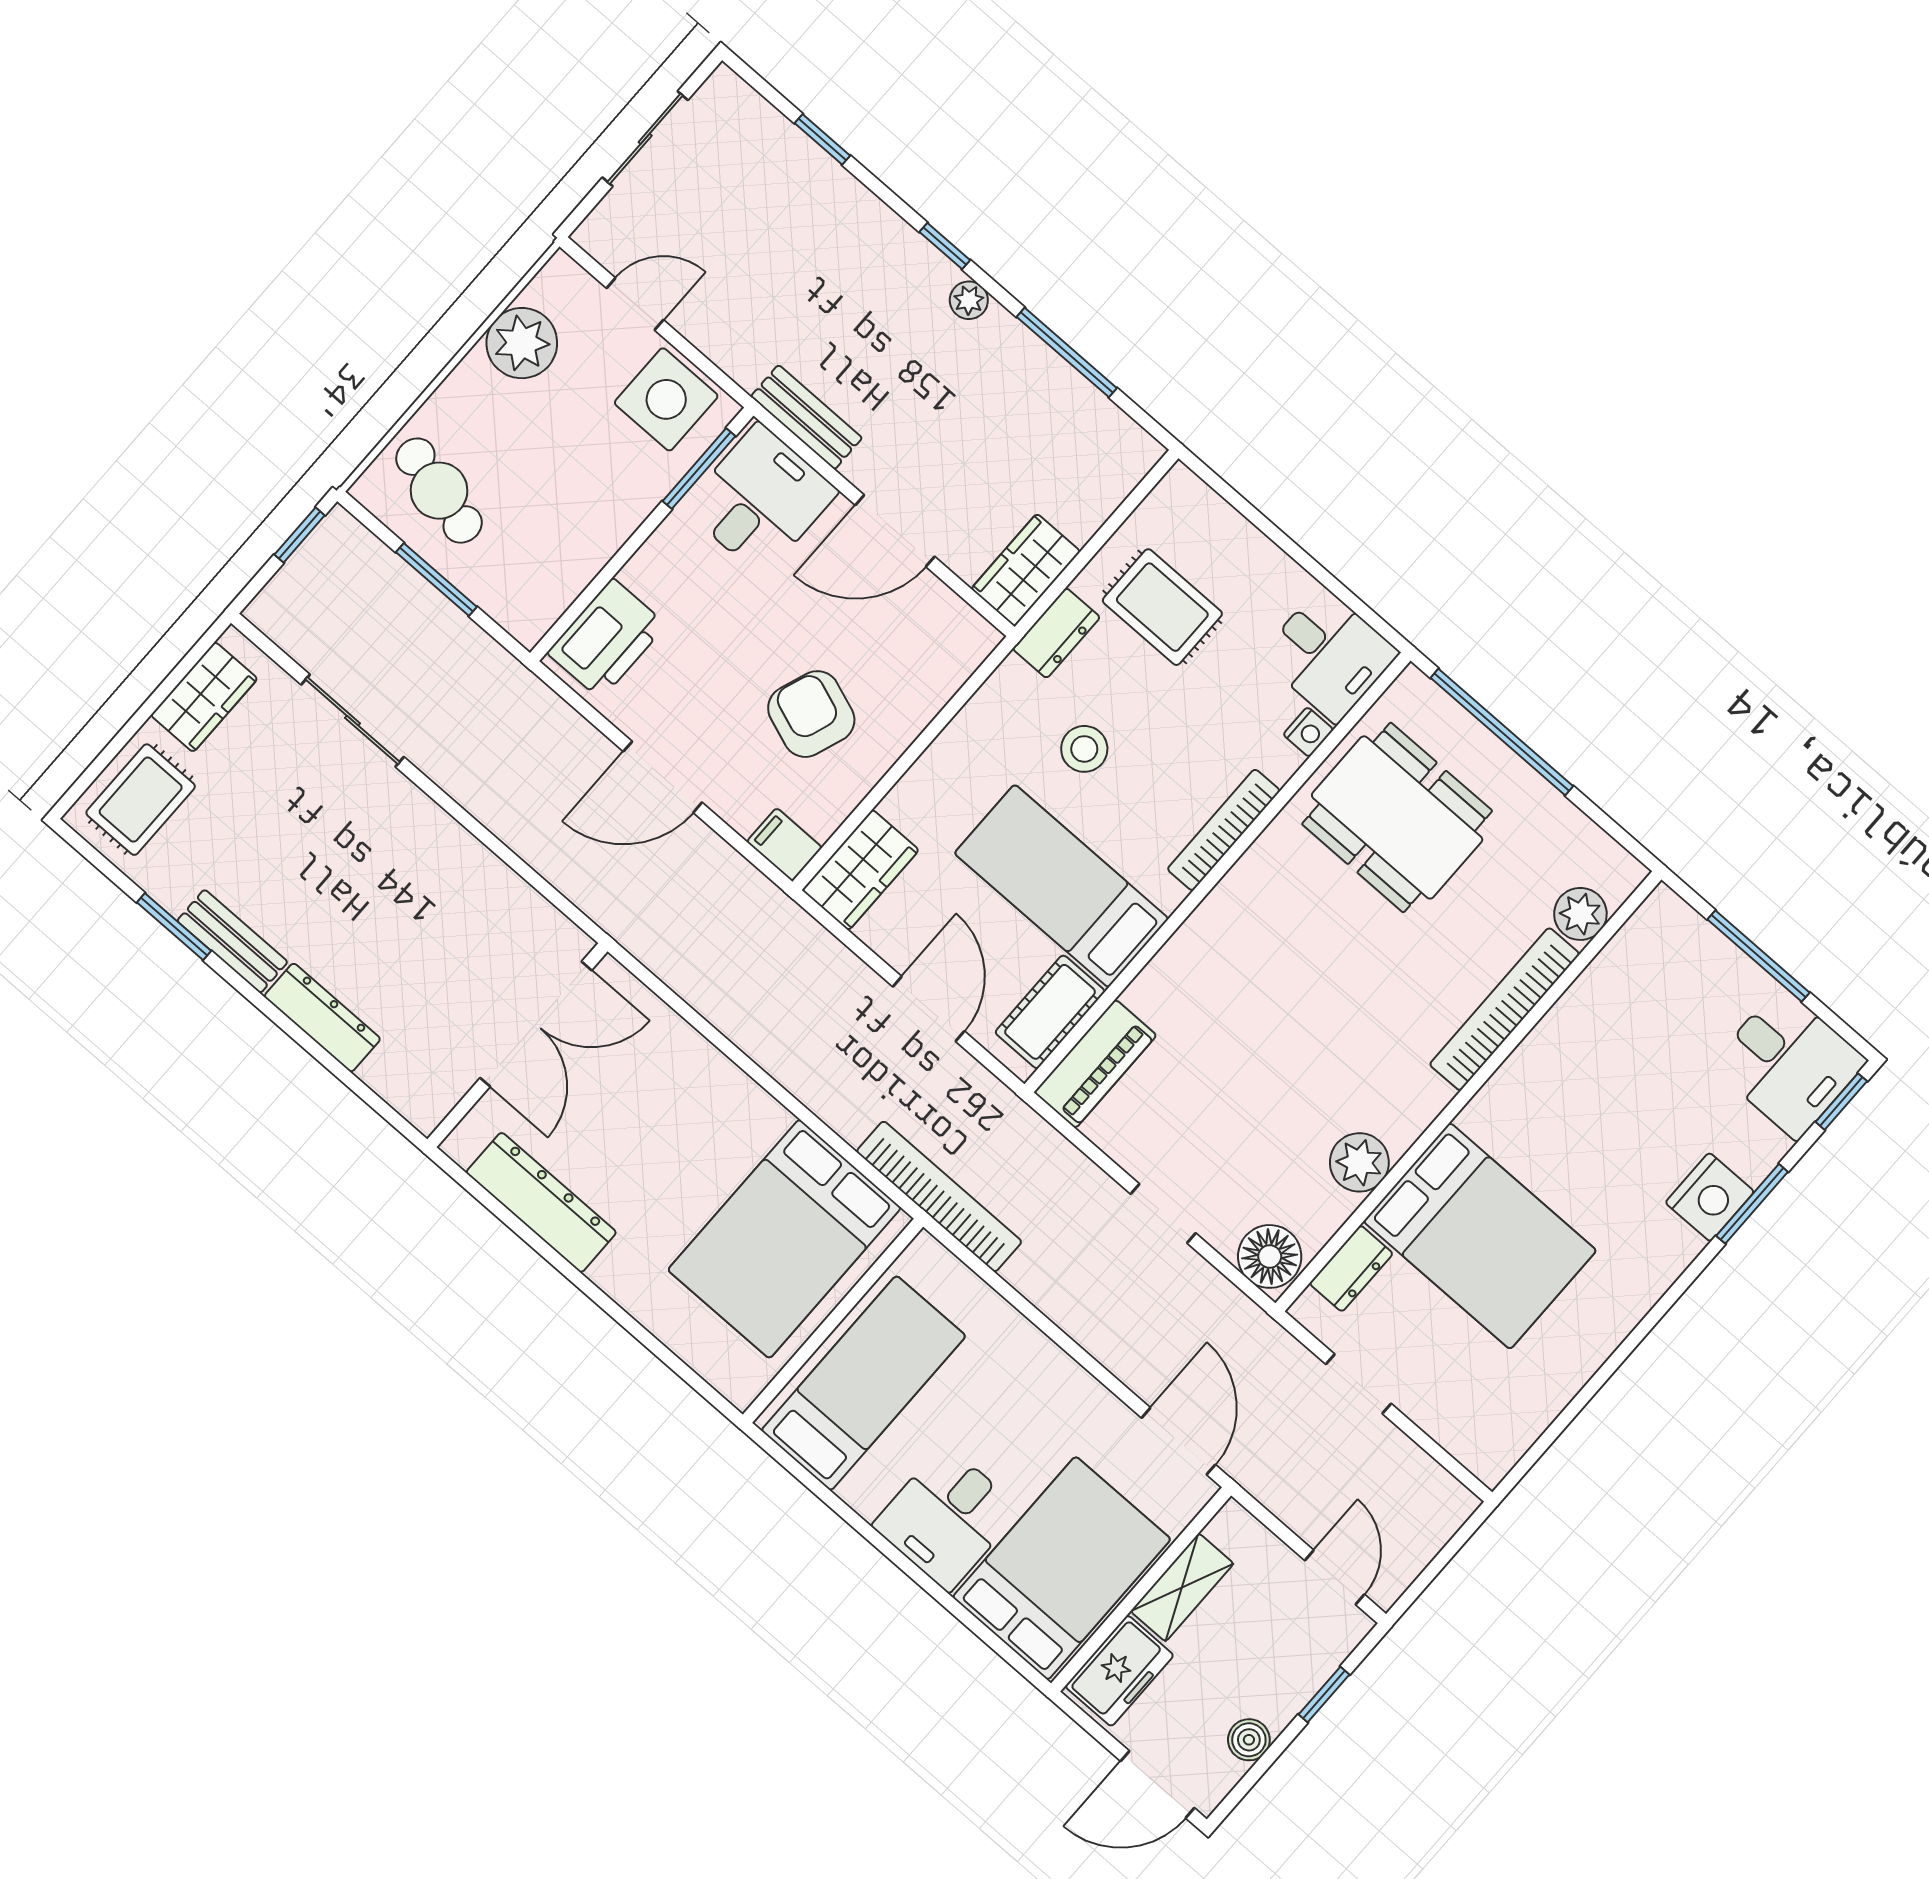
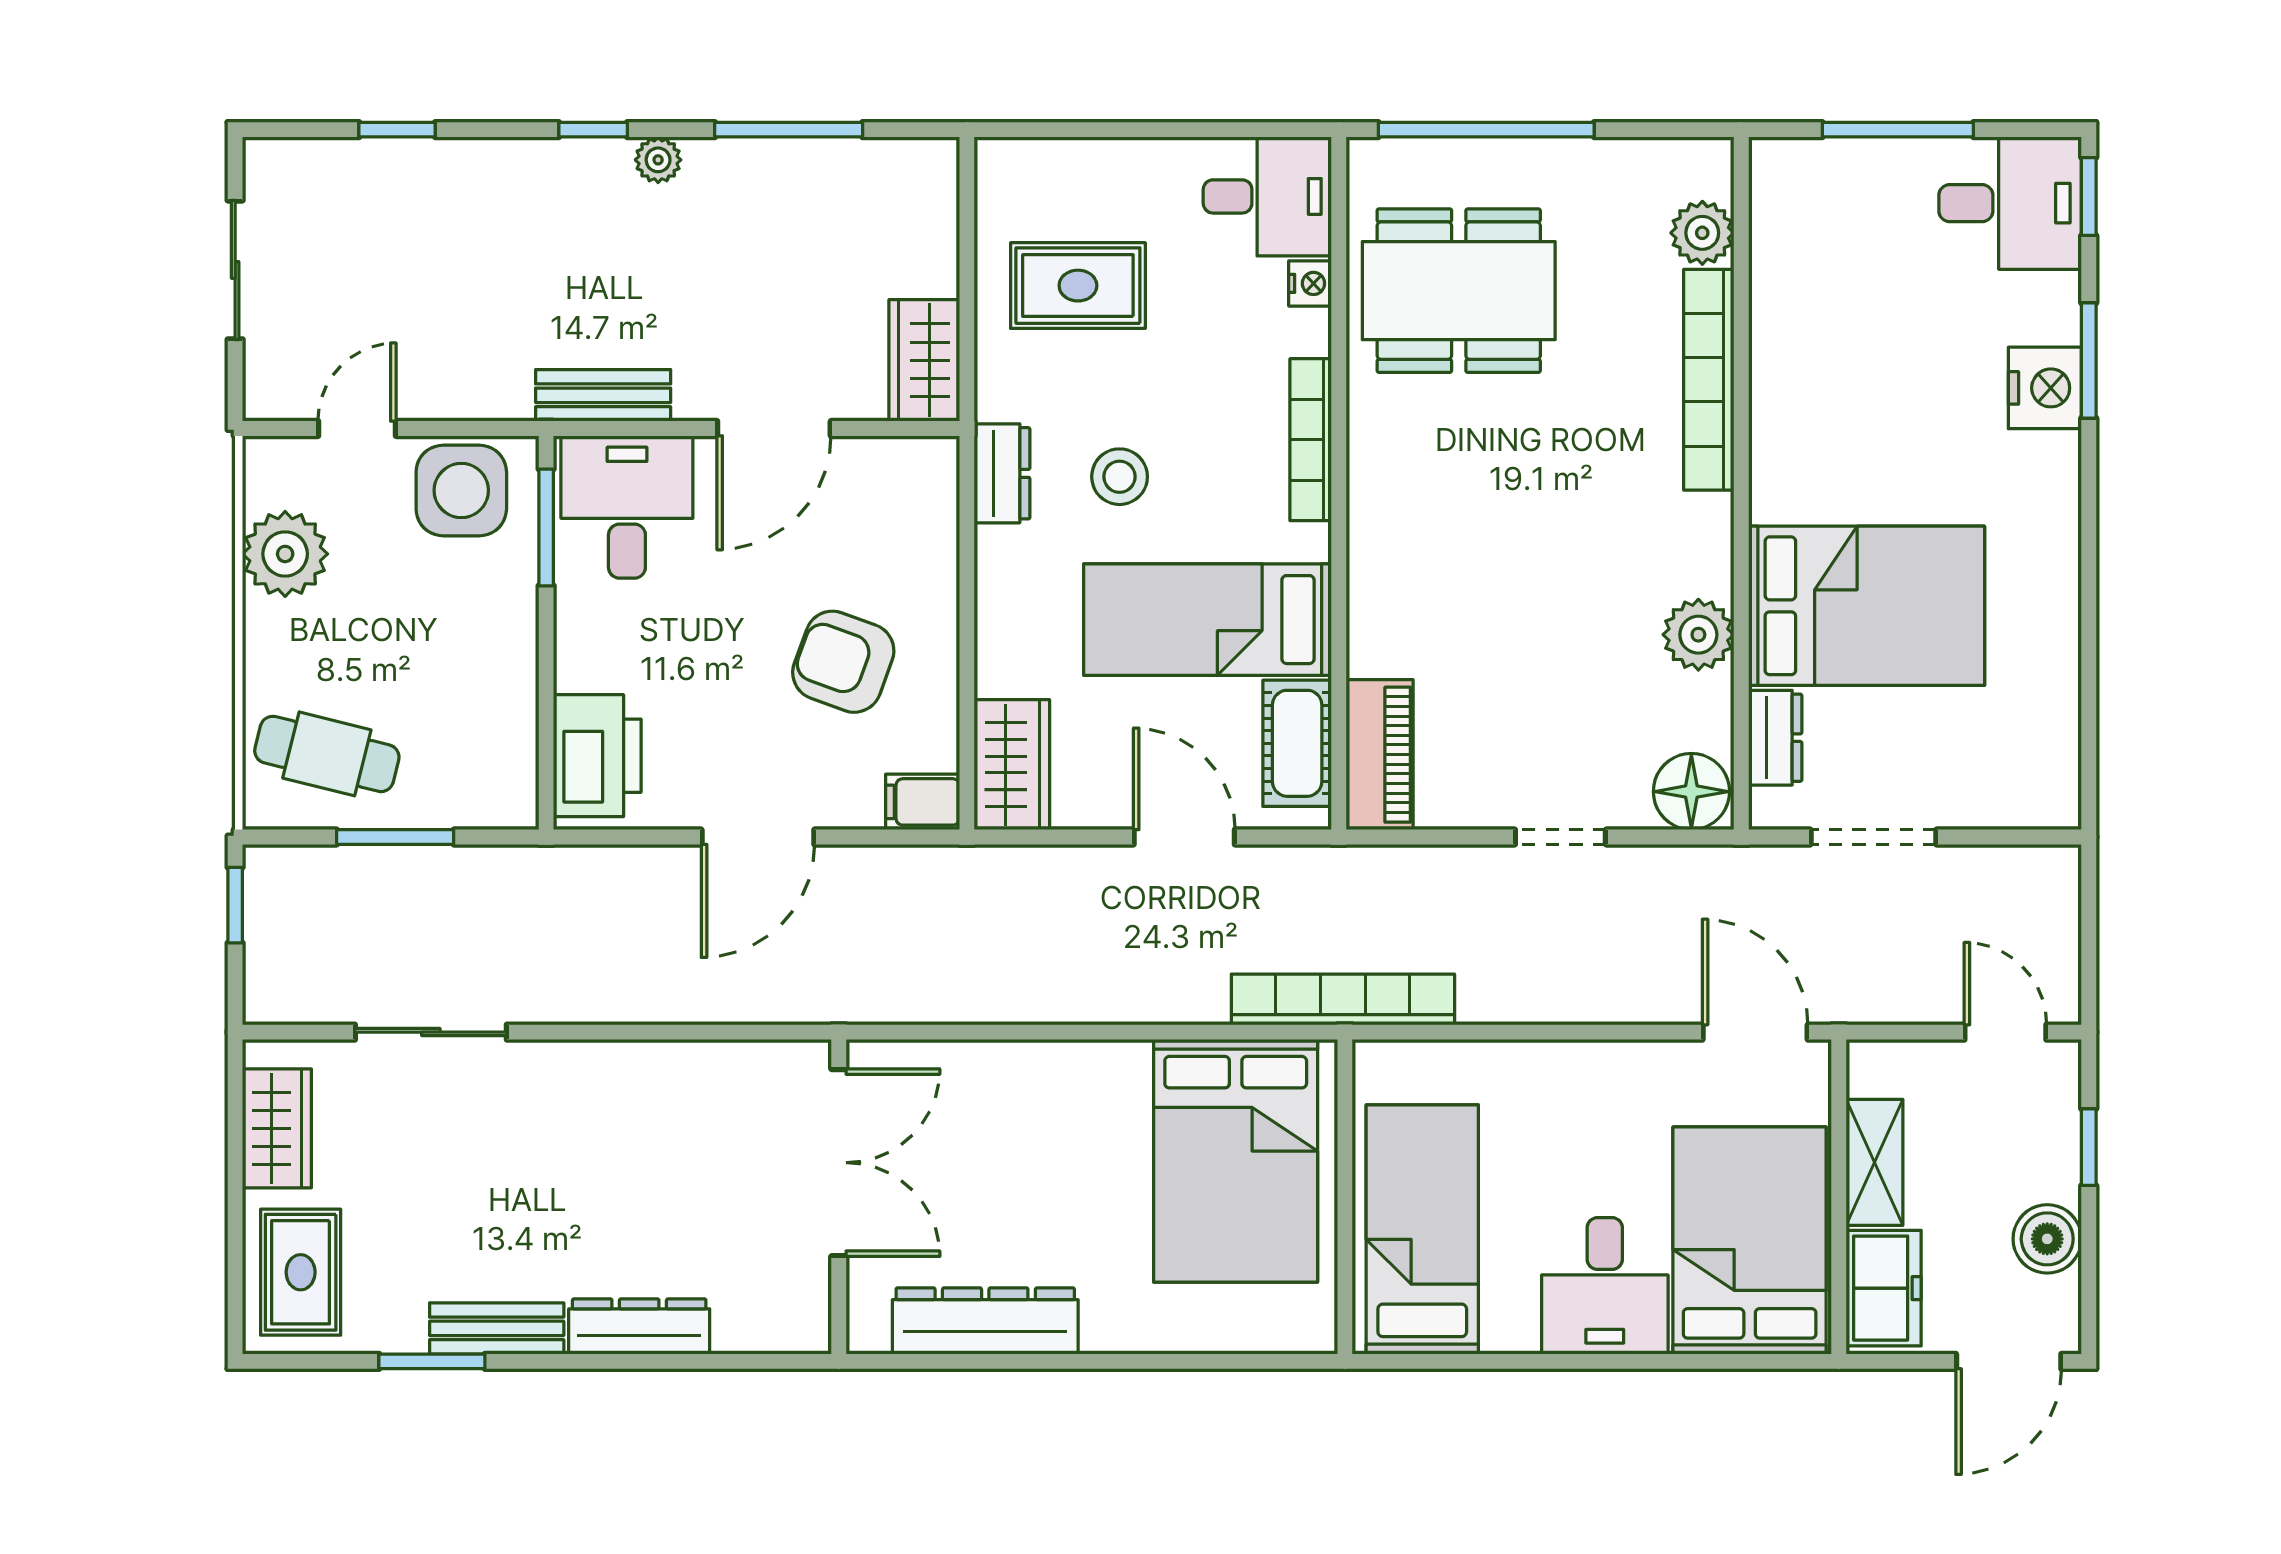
dresser: (1056, 633) -> (1002, 473), moved
doorway: (1358, 1384) -> (1873, 837), width x1.38
boiler: (1249, 1740) -> (2047, 1239), width x1.36, depth x1.36

